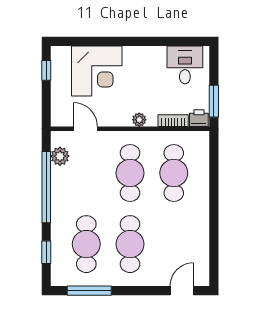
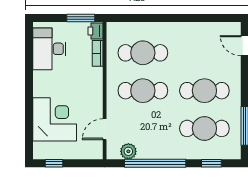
desk: (185, 65) -> (49, 49), width x1.37
plant: (139, 120) -> (97, 83), removed

